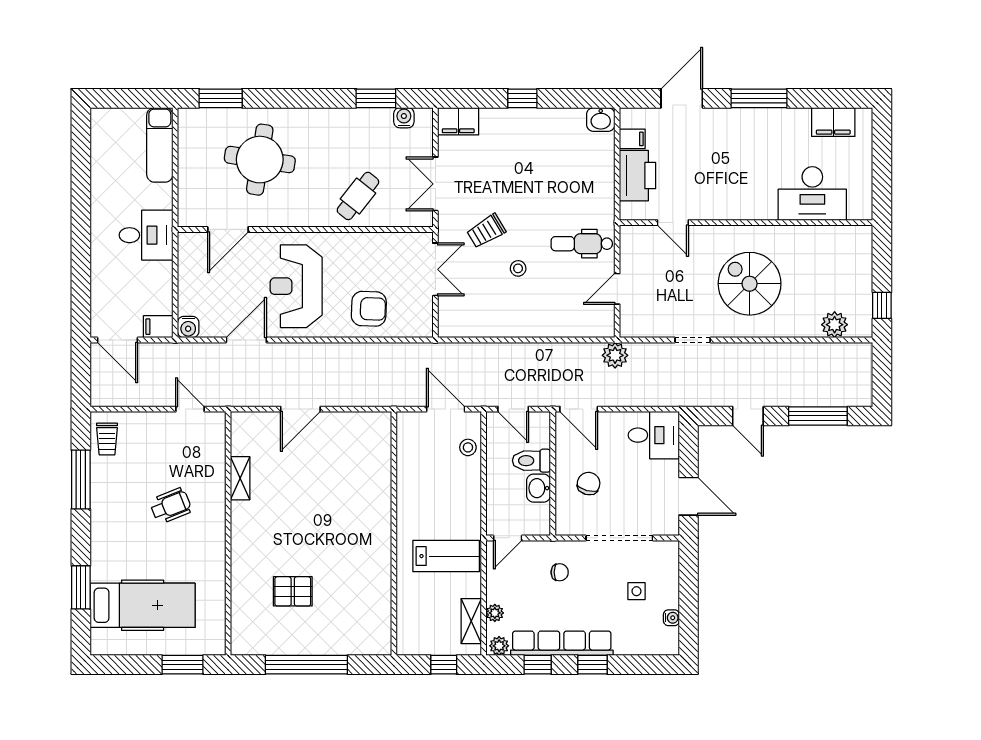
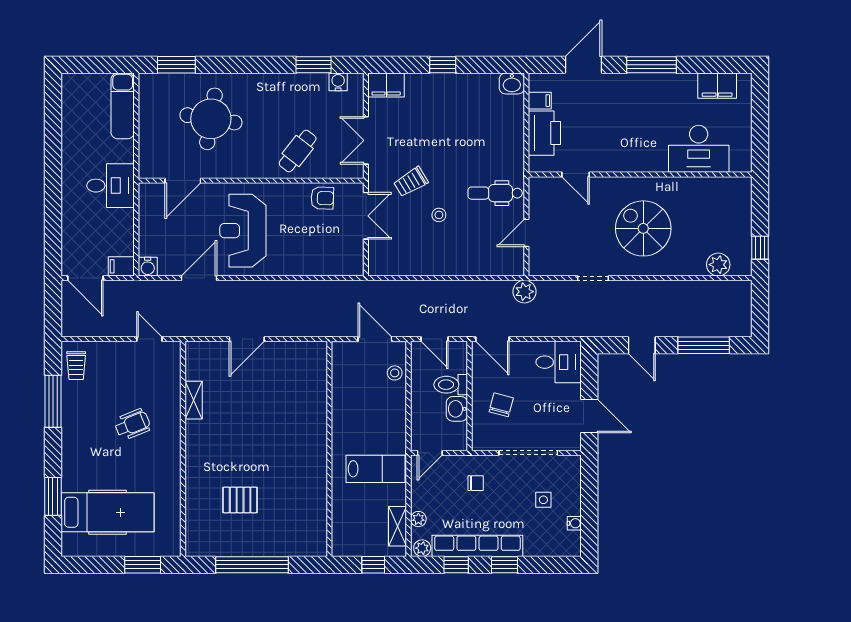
armchair: (369, 309) -> (322, 198), moved, width x0.72, depth x0.72

